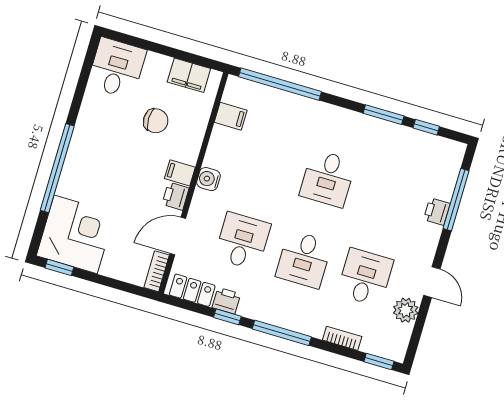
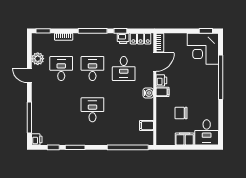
filing cabinet: (189, 75) -> (185, 139), moved
printer: (437, 212) -> (37, 139), moved
desk: (365, 277) -> (61, 69), turned 180

